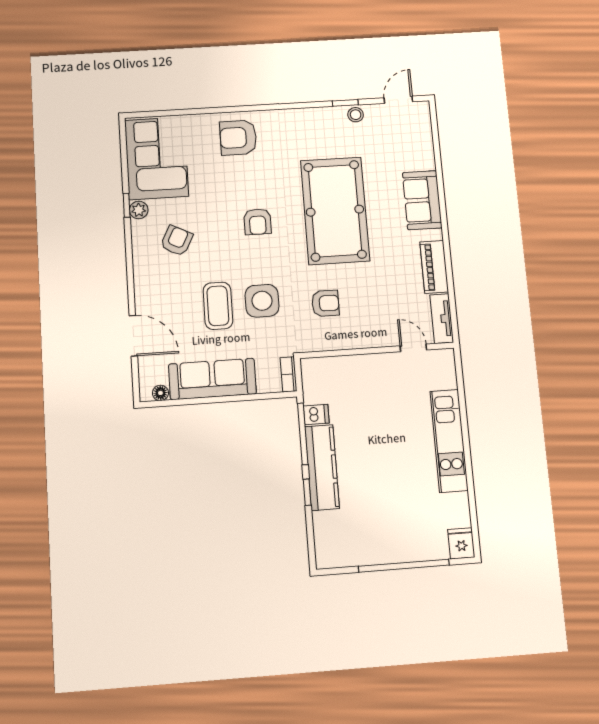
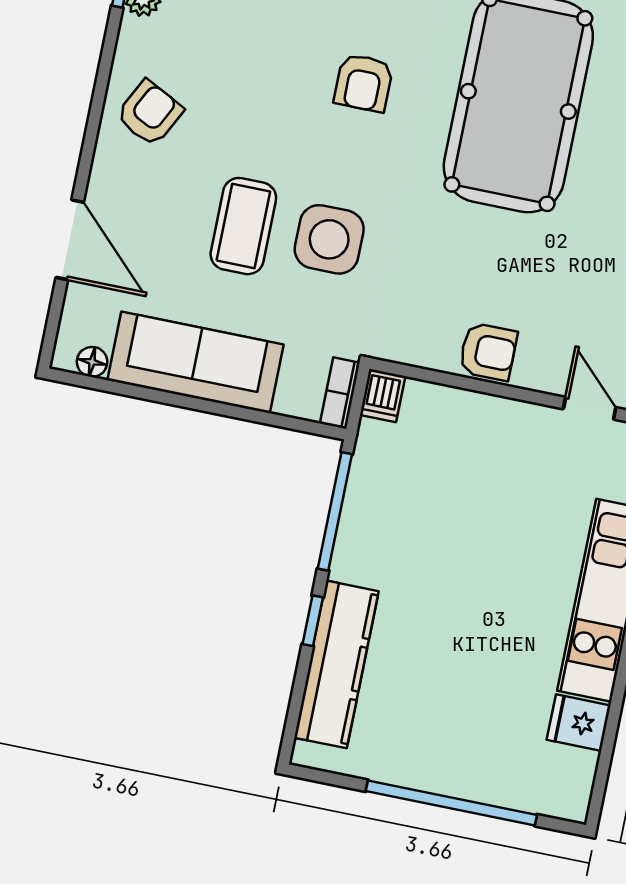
armchair: (177, 241) -> (150, 113), moved
armchair: (325, 303) -> (488, 352), moved
dishwasher: (316, 414) -> (383, 396), moved, turned 90
kitchen counter: (322, 467) -> (336, 664), moved
fridge: (461, 543) -> (579, 723), moved, turned -90

